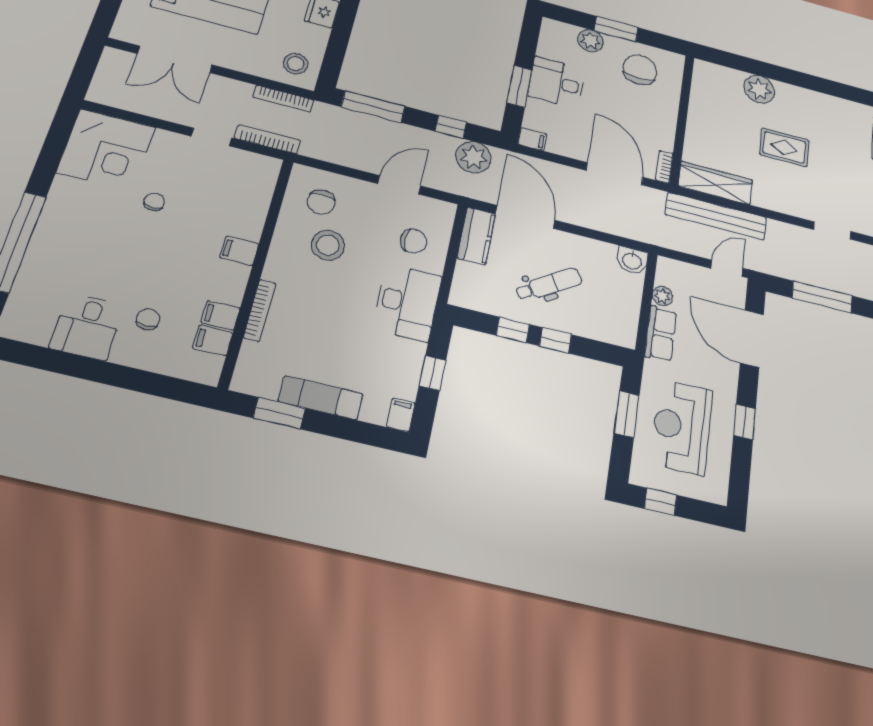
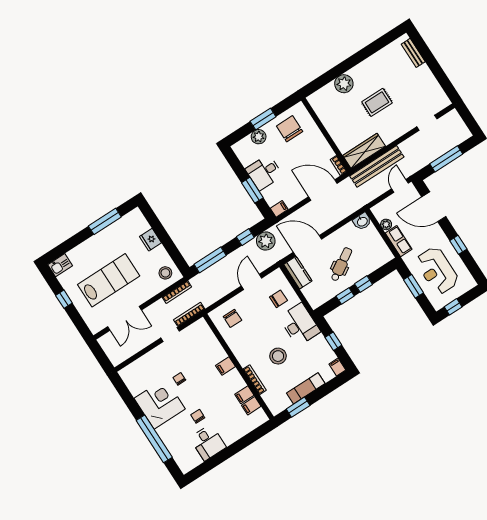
corner desk: (106, 150) -> (160, 404), moved, turned -90
stool: (328, 245) -> (278, 356), moved
chair: (148, 319) -> (198, 416), moved

